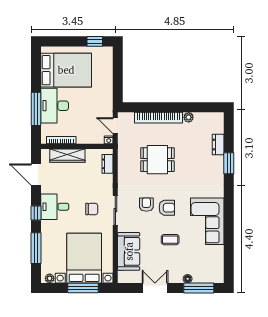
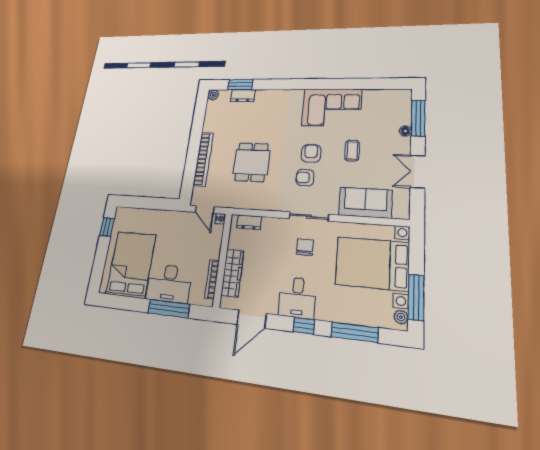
plant: (189, 117) -> (213, 95), moved
door: (115, 126) -> (205, 210), hinge flipped
window: (229, 163) -> (240, 85), moved
window: (83, 288) -> (416, 297), moved

